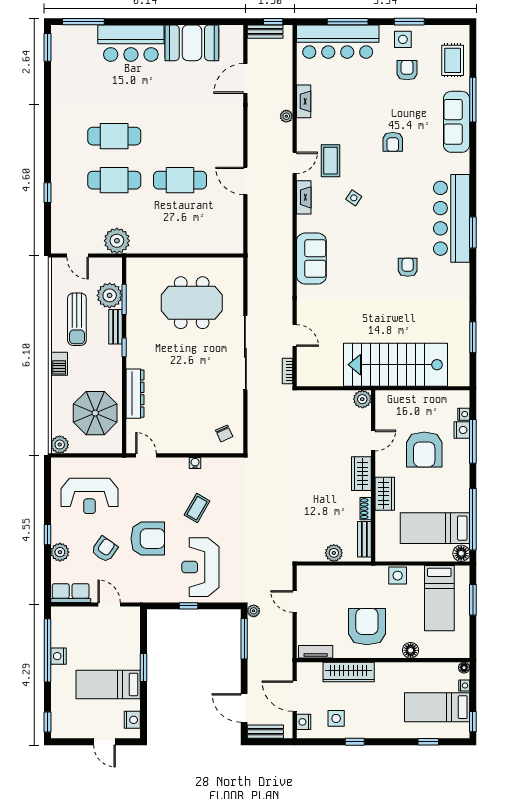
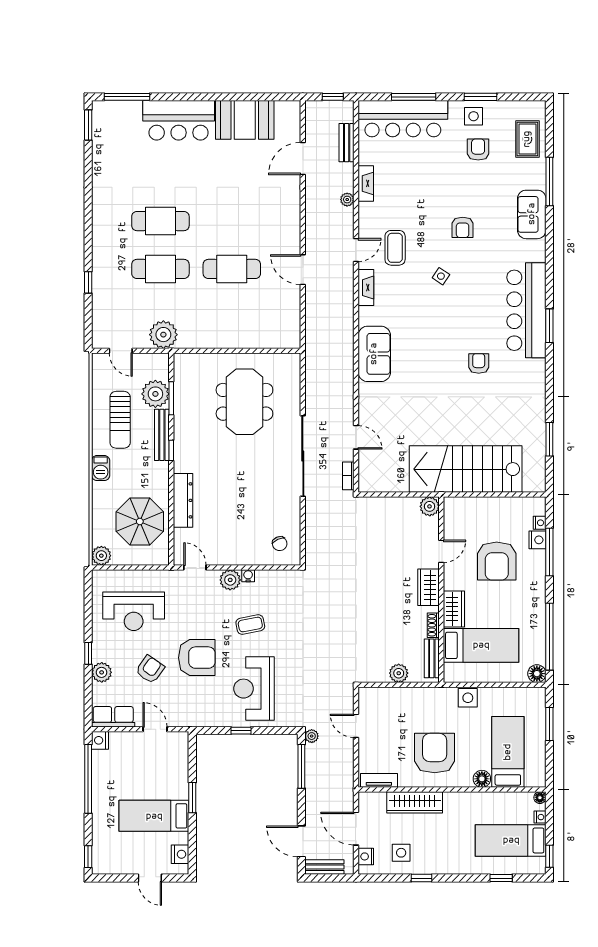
bench: (265, 32) -> (347, 143), moved, turned 90
sofa: (457, 122) -> (532, 214), width x0.73
side table: (354, 198) -> (441, 276), moved
meeting table: (192, 303) -> (244, 402), turned 90
bench: (116, 327) -> (162, 435), width x1.36
plant: (179, 467) -> (230, 580), added
coffee table: (197, 508) -> (250, 625), turned 49
bed: (435, 528) -> (481, 645), moved, turned 180
bed: (439, 598) -> (508, 752), moved, turned 180
nightstand: (58, 656) -> (100, 740), moved

